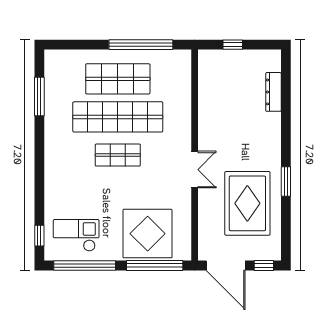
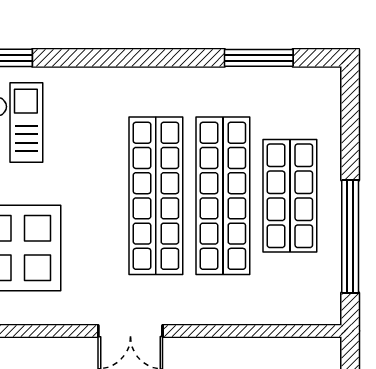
shop shelf: (118, 155) -> (156, 196), width x2.00, depth x1.36

